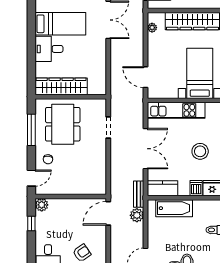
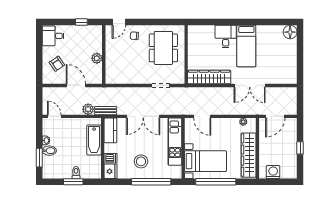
door: (146, 77) -> (202, 116), swing flipped
wardrobe: (61, 86) -> (209, 77), moved, turned -90
dining table: (63, 124) -> (163, 48), turned 90
window: (31, 130) -> (159, 22), removed
door: (31, 178) -> (119, 22), hinge flipped
plant: (42, 205) -> (97, 58), moved
door: (108, 213) -> (76, 85), moved

